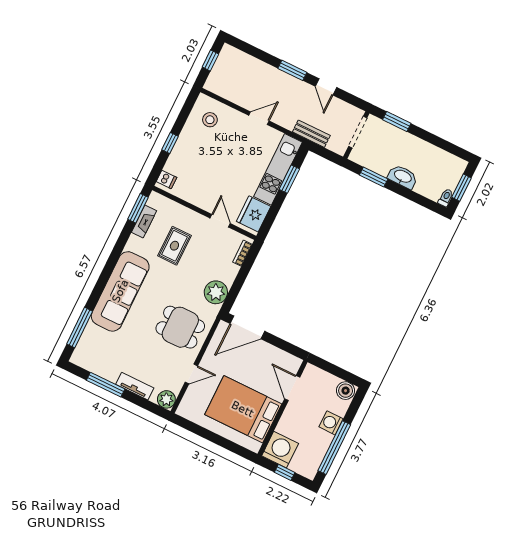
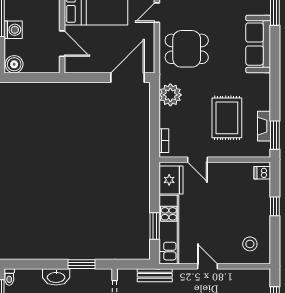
door: (259, 118) -> (208, 266), swing flipped
rug: (174, 246) -> (227, 118), width x1.36, depth x1.43
sofa: (120, 291) -> (258, 44), width x0.74, depth x0.79

